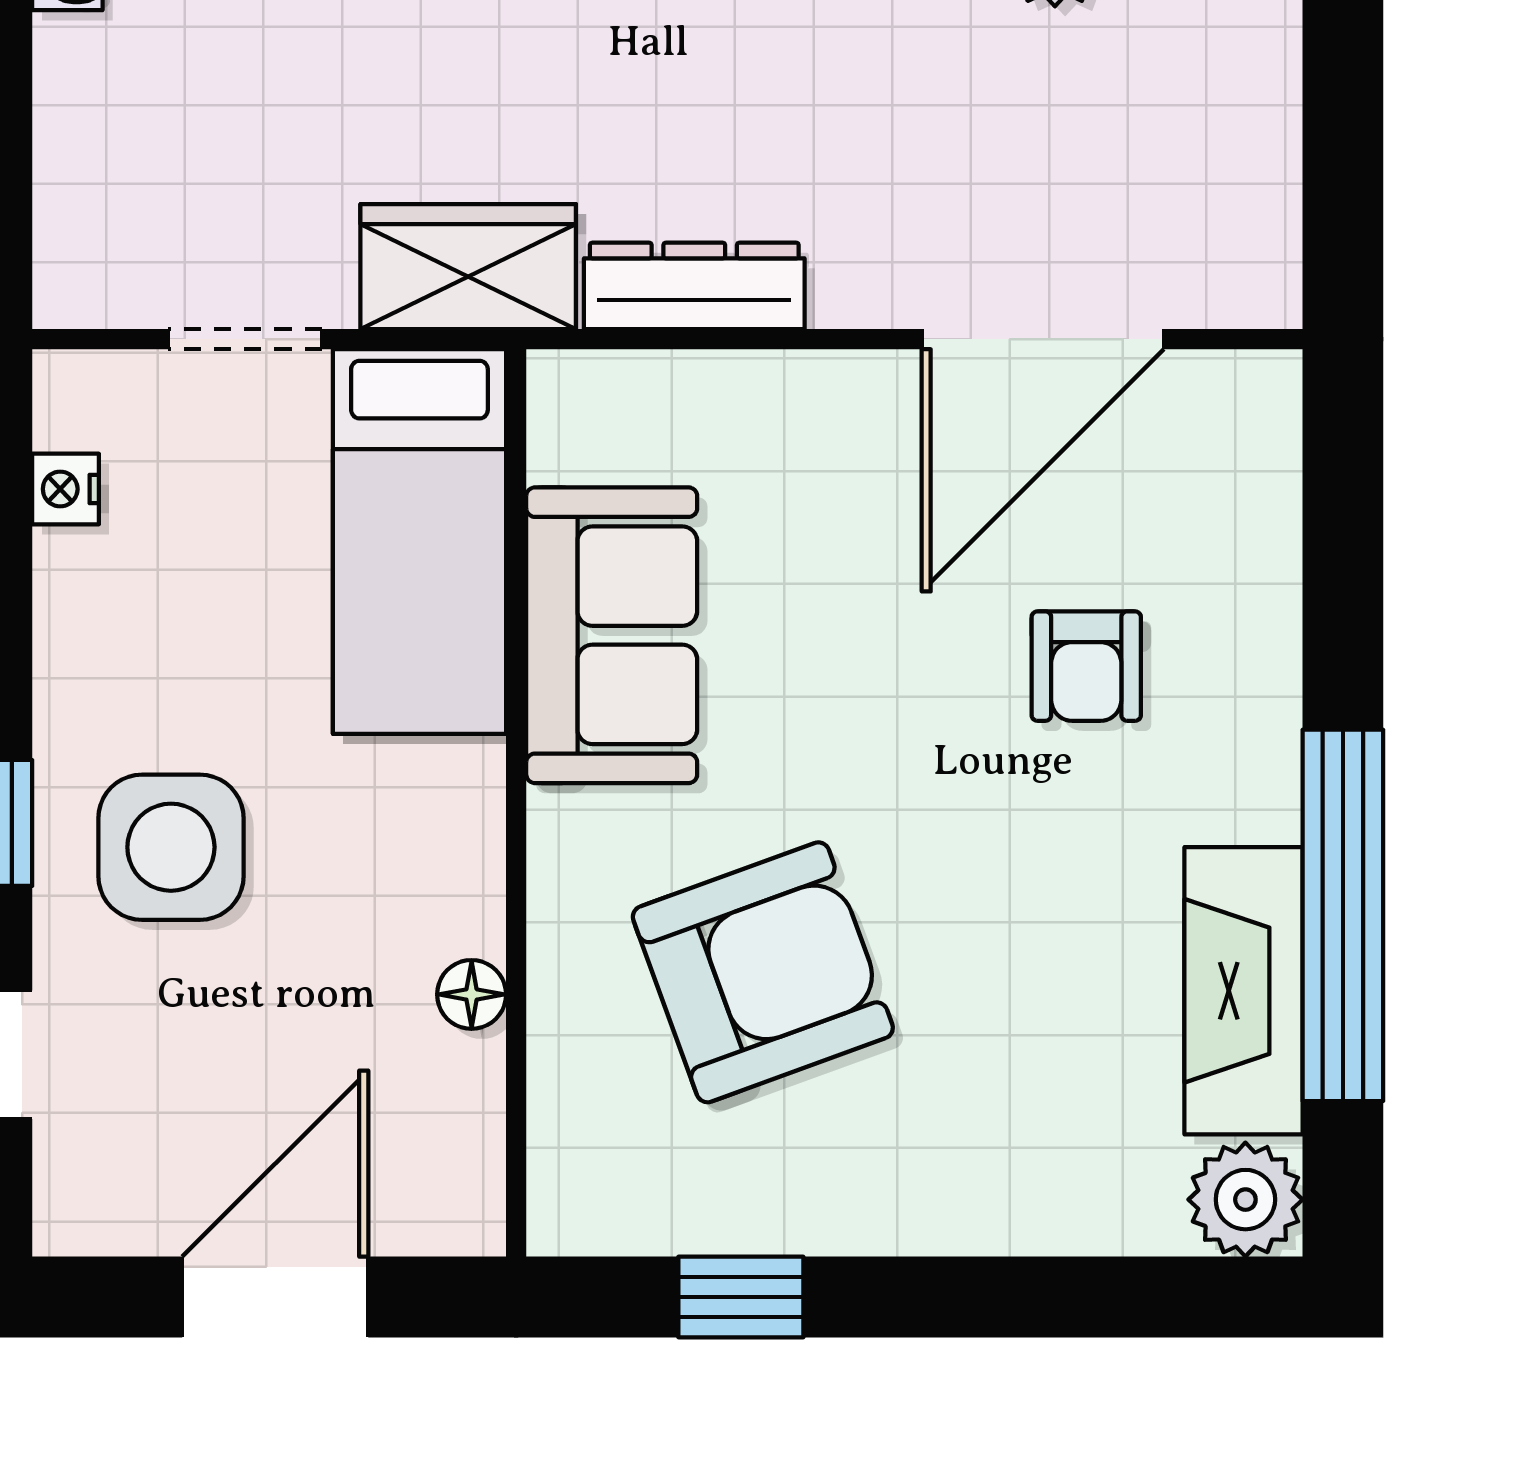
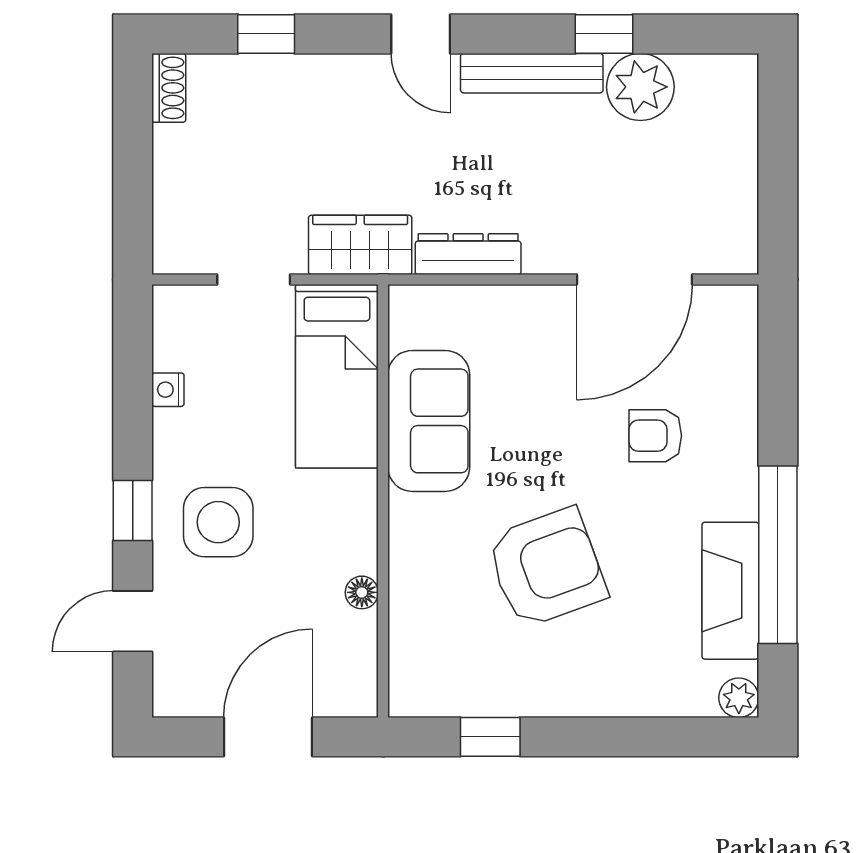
nightstand: (66, 489) -> (168, 390), moved
armchair: (1086, 666) -> (655, 436), turned 90
armchair: (763, 972) -> (547, 568), moved
plant: (1245, 1200) -> (739, 698), width x0.73, depth x0.73

